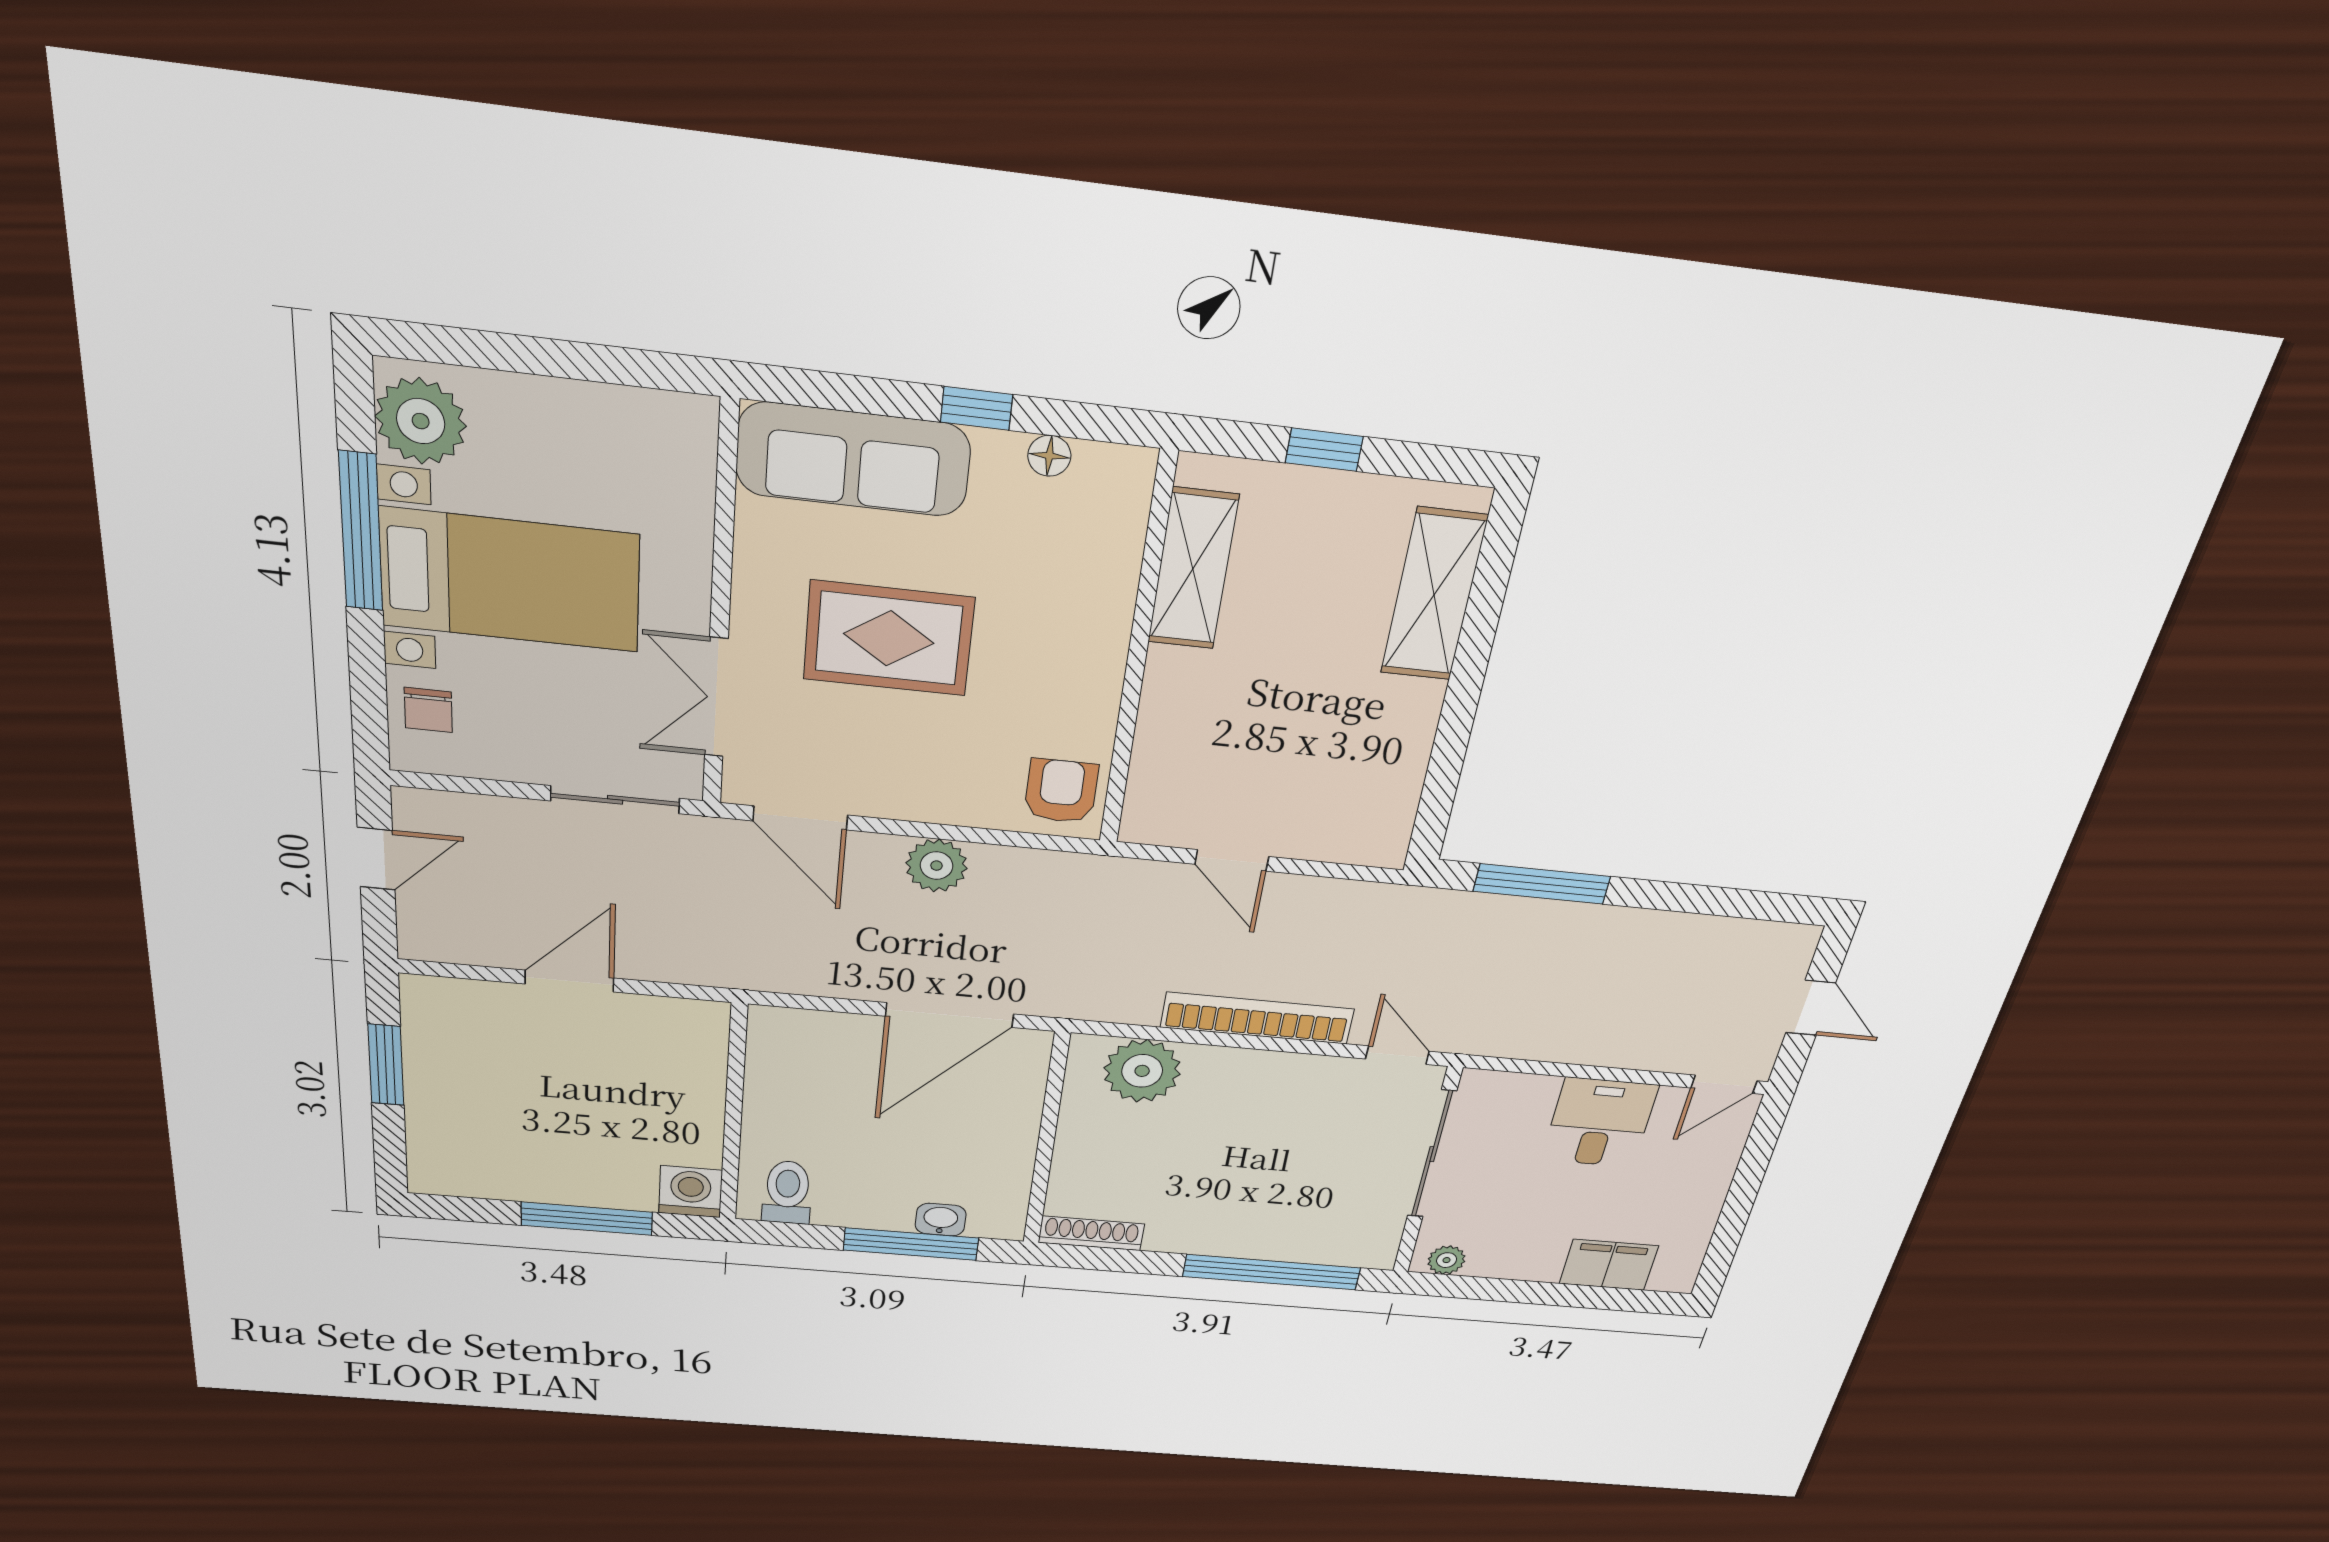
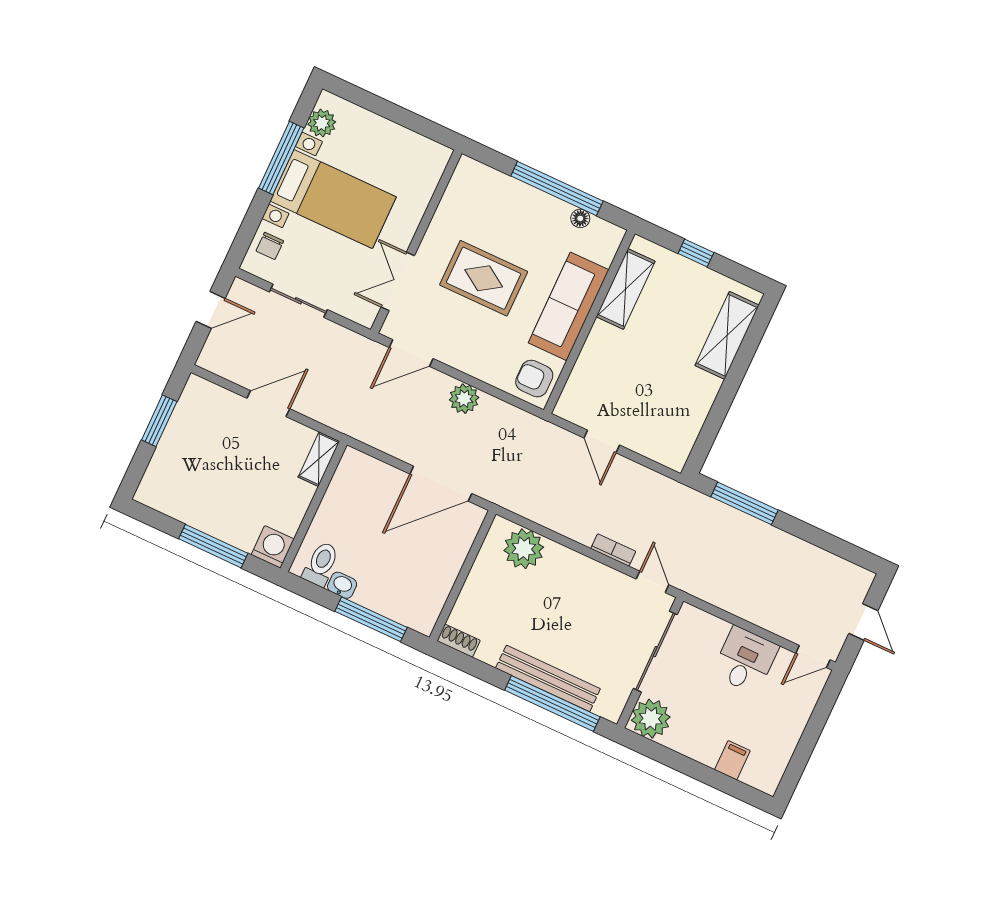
window: (977, 408) -> (557, 188), width x3.17
plant: (421, 421) -> (322, 123), width x0.73, depth x0.73
sofa: (853, 459) -> (569, 306), moved, turned 90
armchair: (1061, 791) -> (534, 379), turned -90
sliding door: (615, 800) -> (298, 301), moved
door: (800, 818) -> (411, 353), hinge flipped
bookcase: (1257, 1018) -> (613, 550), width x0.43, depth x0.76
shelving: (707, 1041) -> (319, 459), added
washbasin: (941, 1220) -> (342, 585), moved
shoe rack: (1091, 1233) -> (459, 641), width x0.70
bench: (1252, 1241) -> (548, 678), added
plant: (1447, 1260) -> (651, 719), width x1.87, depth x1.87
filing cabinet: (1609, 1265) -> (732, 760), width x0.50

